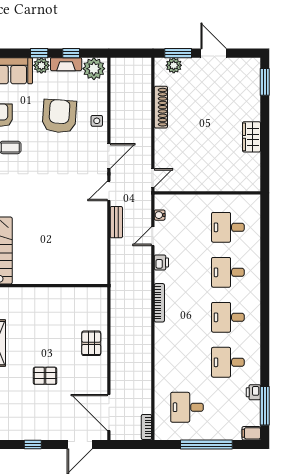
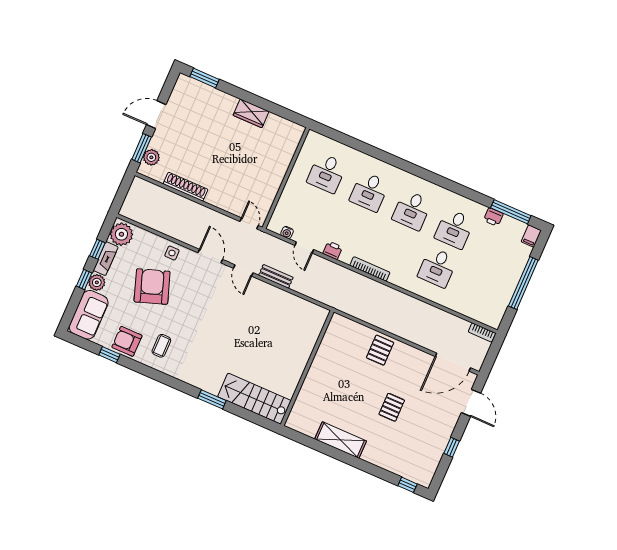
armchair: (59, 116) -> (152, 287), turned 67
pallet: (91, 343) -> (380, 350), turned 90
desk: (187, 407) -> (437, 267), moved

